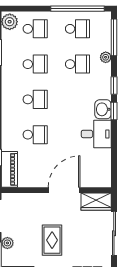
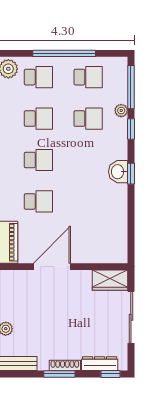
window: (78, 9) -> (64, 53), moved
window: (114, 86) -> (131, 129), moved
desk: (96, 134) -> (110, 201), removed
door: (64, 190) -> (52, 267), moved
rug: (52, 240) -> (58, 325), removed

